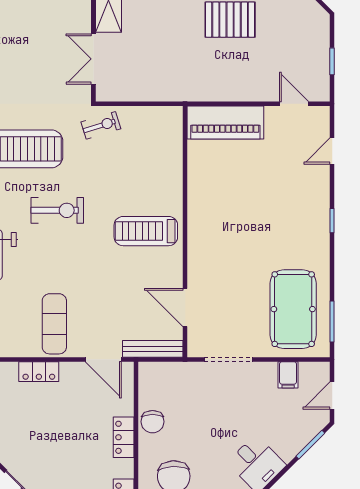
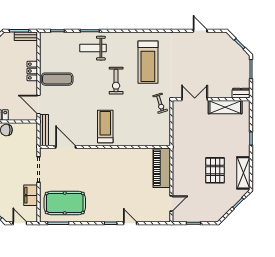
door: (332, 151) -> (130, 223), moved
door: (185, 308) -> (66, 147), hinge flipped
door: (103, 359) -> (39, 104), hinge flipped
filing cabinet: (288, 375) -> (31, 195), width x2.00

